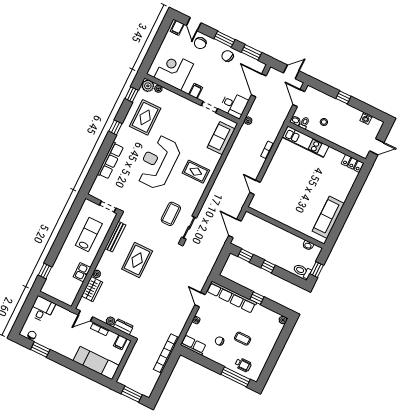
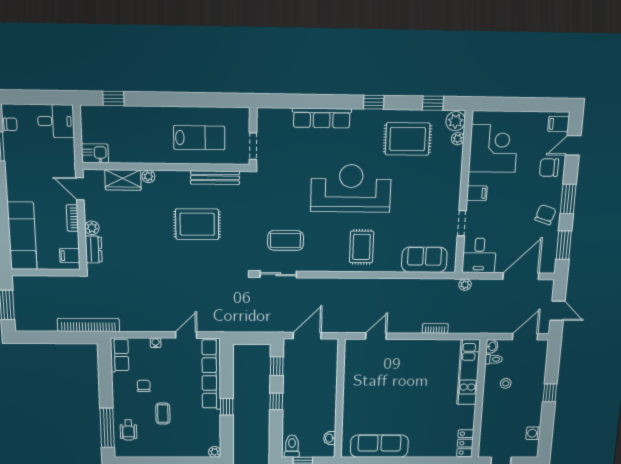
kitchen sink: (82, 272) -> (95, 153), moved

